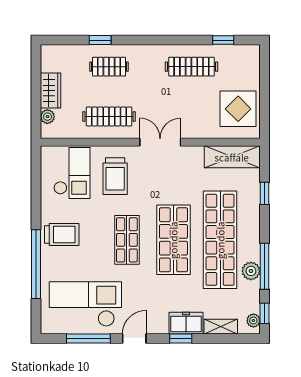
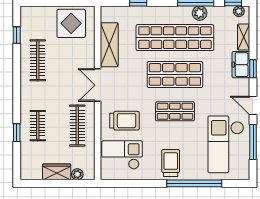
shelving: (232, 157) -> (109, 45), moved

